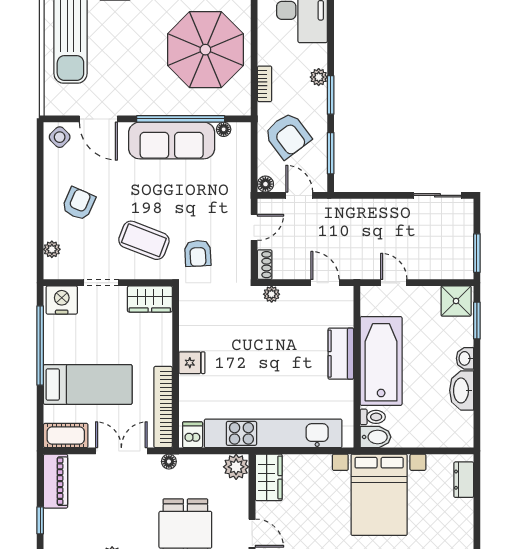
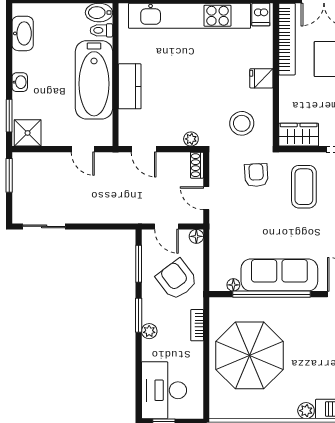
door: (254, 227) -> (206, 198), hinge flipped
coffee table: (144, 240) -> (304, 187), turned 69
stool: (214, 312) -> (242, 123), added
washbasin: (462, 390) -> (23, 33), moved

